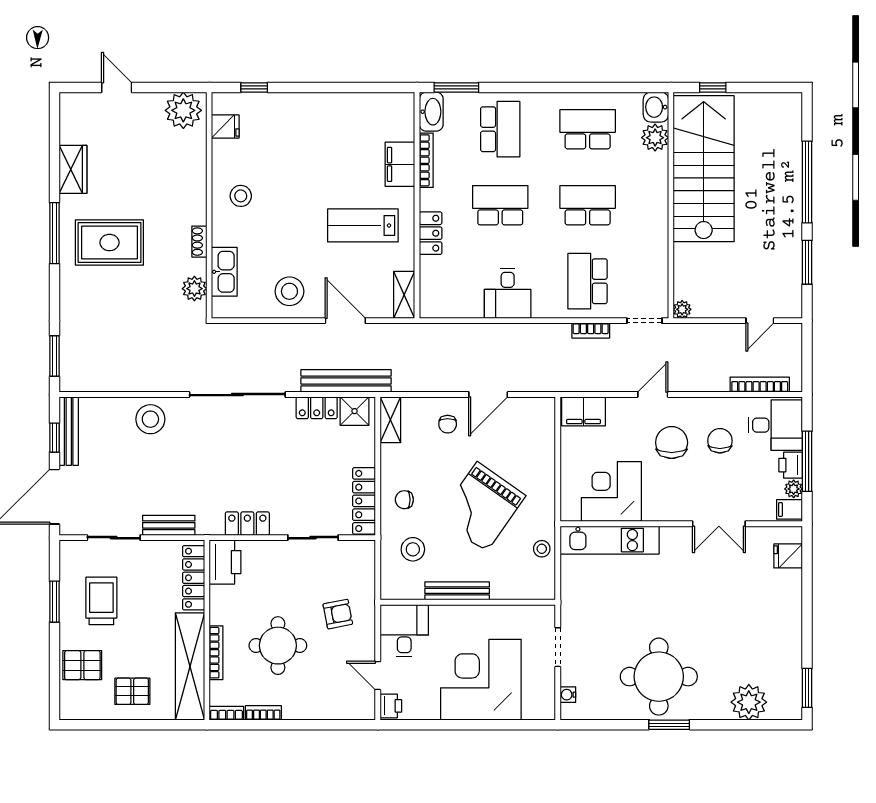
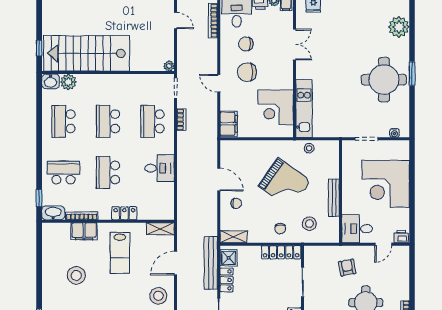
window: (456, 87) -> (39, 198), width x0.67
stool: (324, 151) -> (76, 275), added
school desk: (588, 281) -> (152, 121), turned 90

